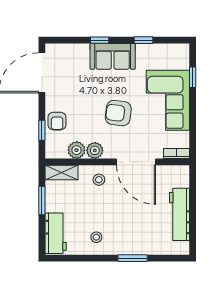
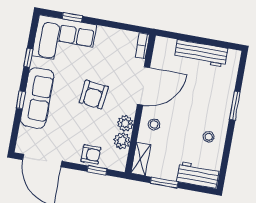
sofa: (113, 56) -> (37, 98), width x1.36
corner sofa: (168, 100) -> (64, 40), moved

